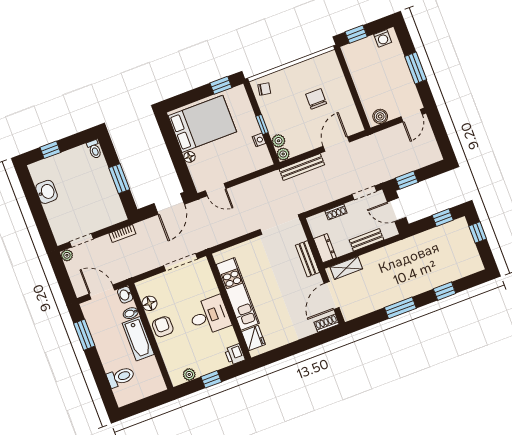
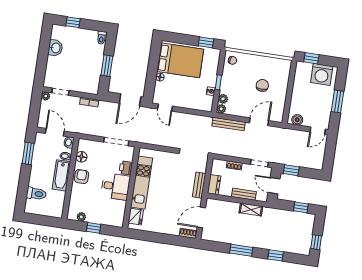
washing machine: (383, 38) -> (322, 74), width x1.89, depth x1.89
window: (478, 232) -> (316, 242), moved
shelving: (346, 268) -> (251, 210), moved
printer: (235, 354) -> (126, 168), moved

